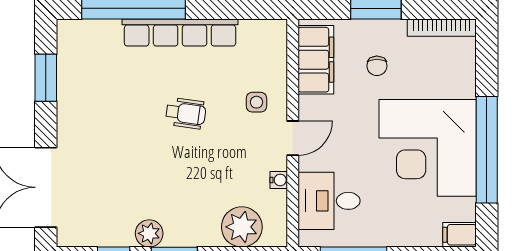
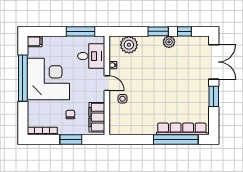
row of seats: (180, 33) -> (182, 129), moved
window: (46, 78) -> (214, 96), moved
wheelchair: (186, 113) -> (153, 94), removed
door: (293, 138) -> (107, 83), swing flipped

